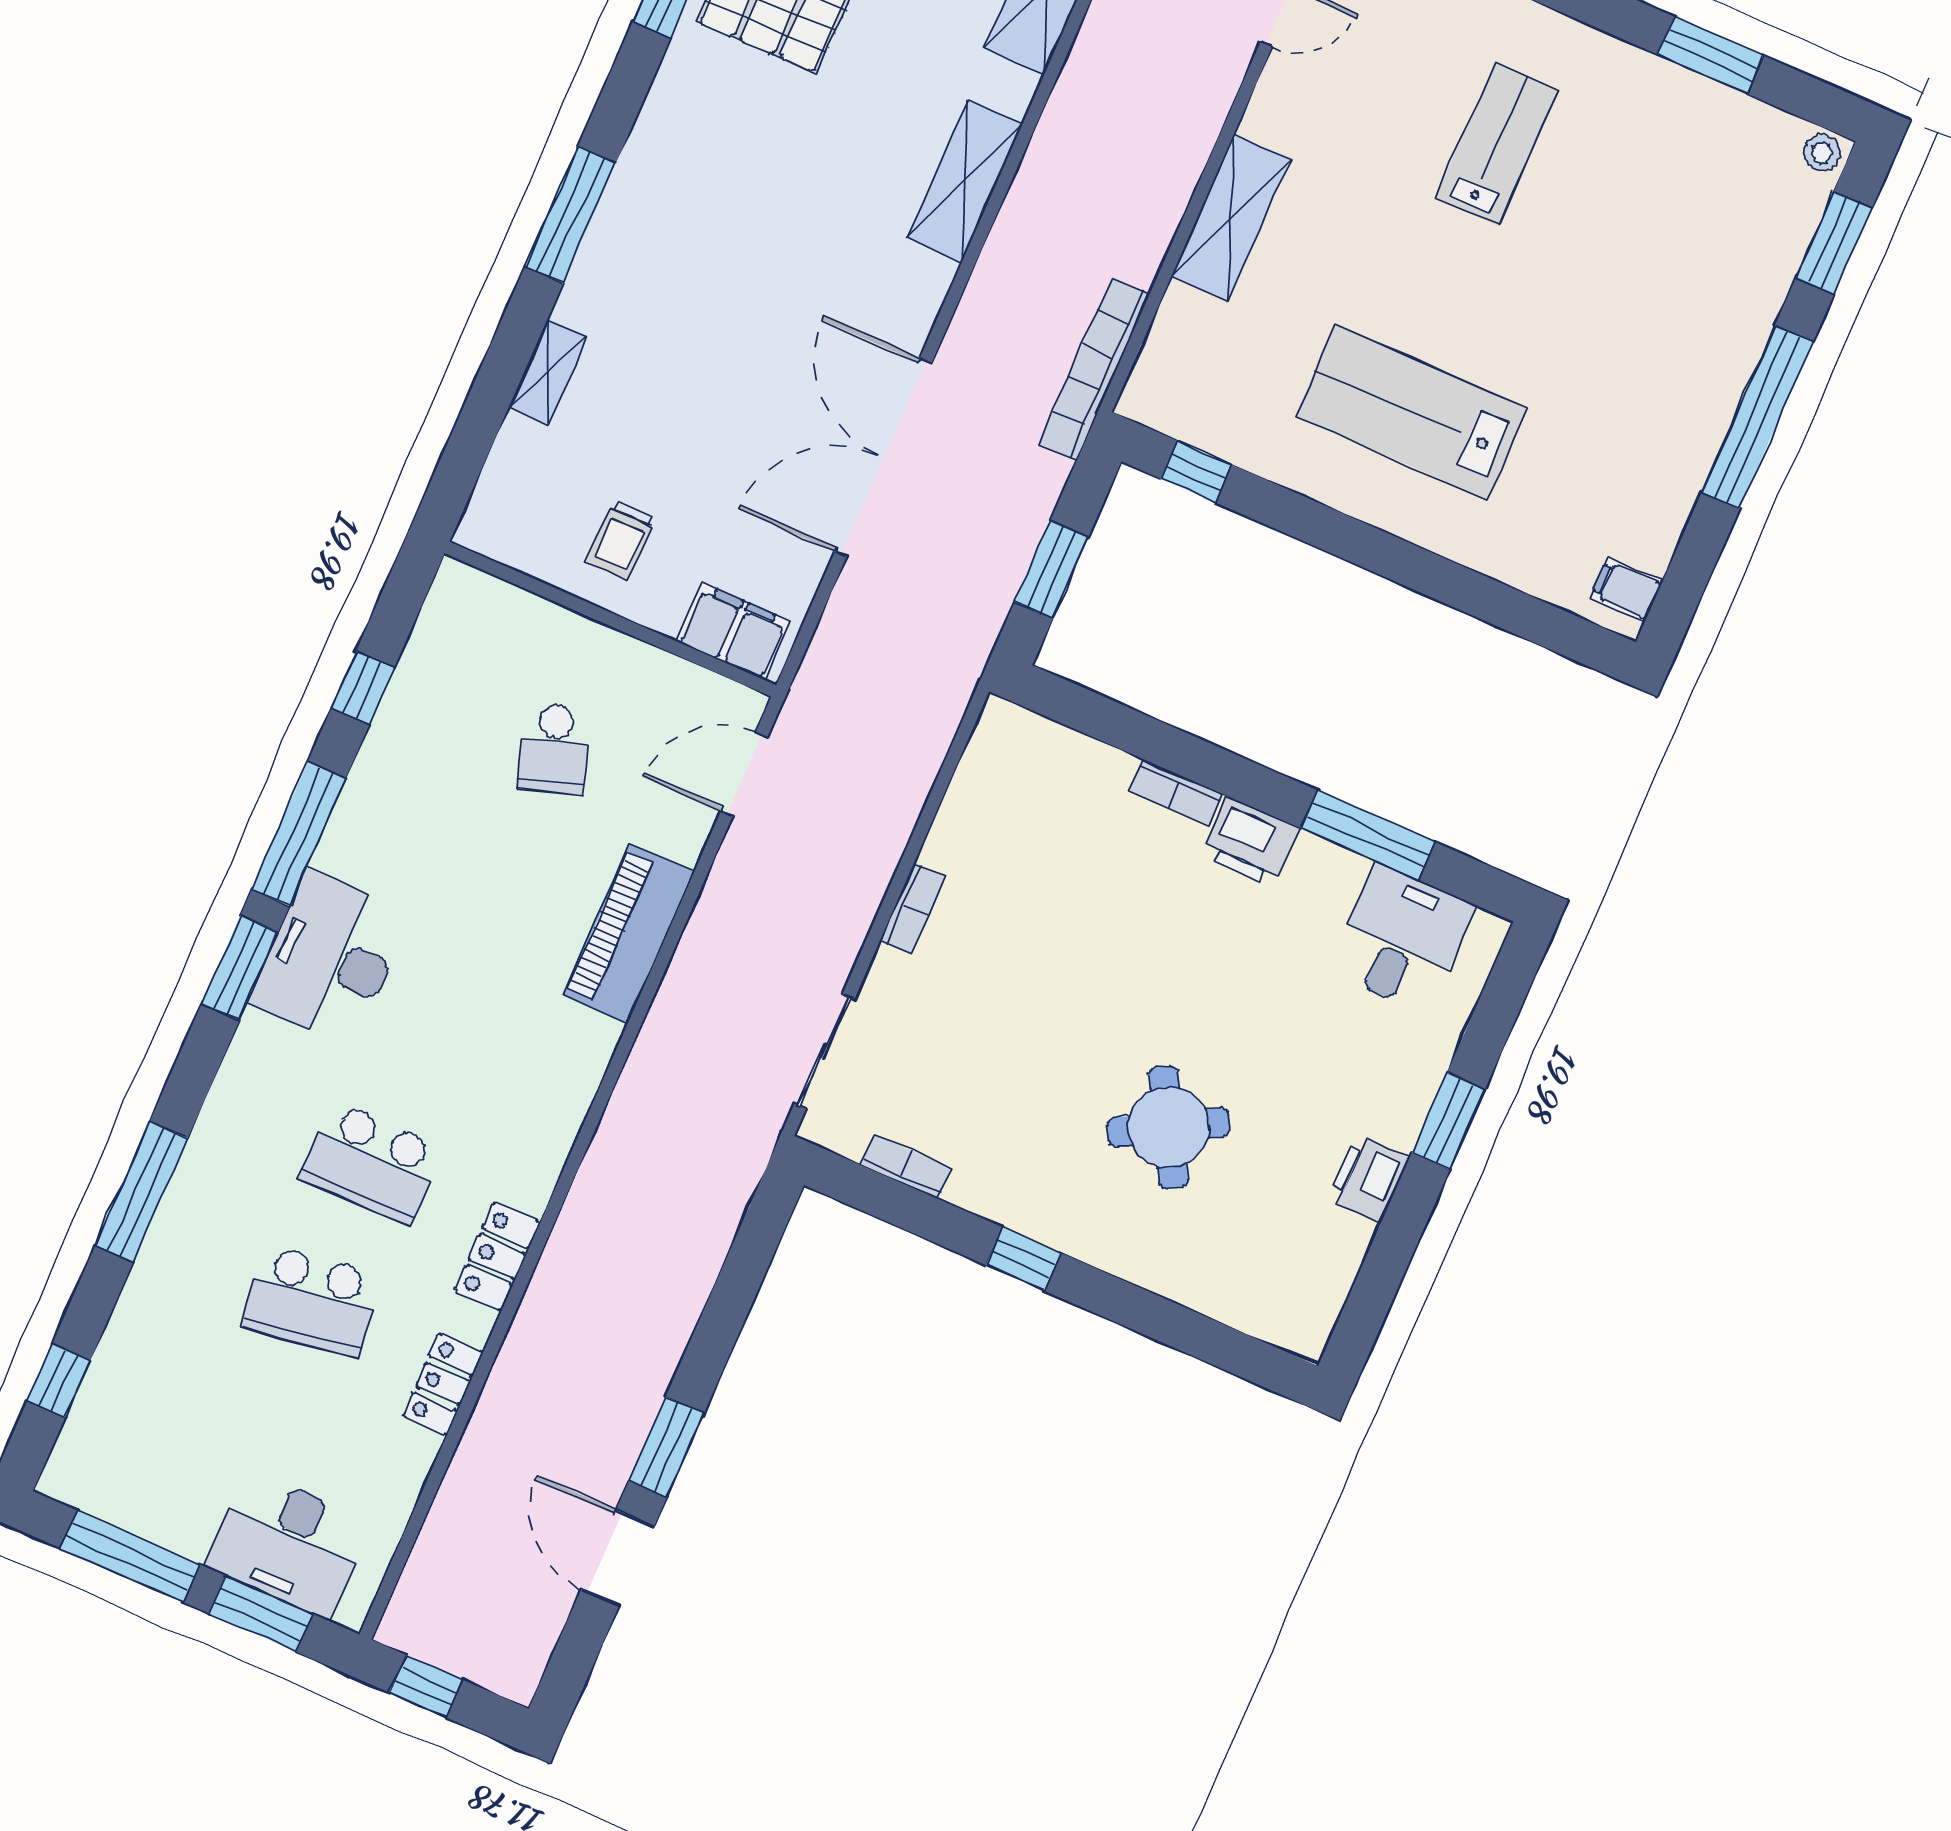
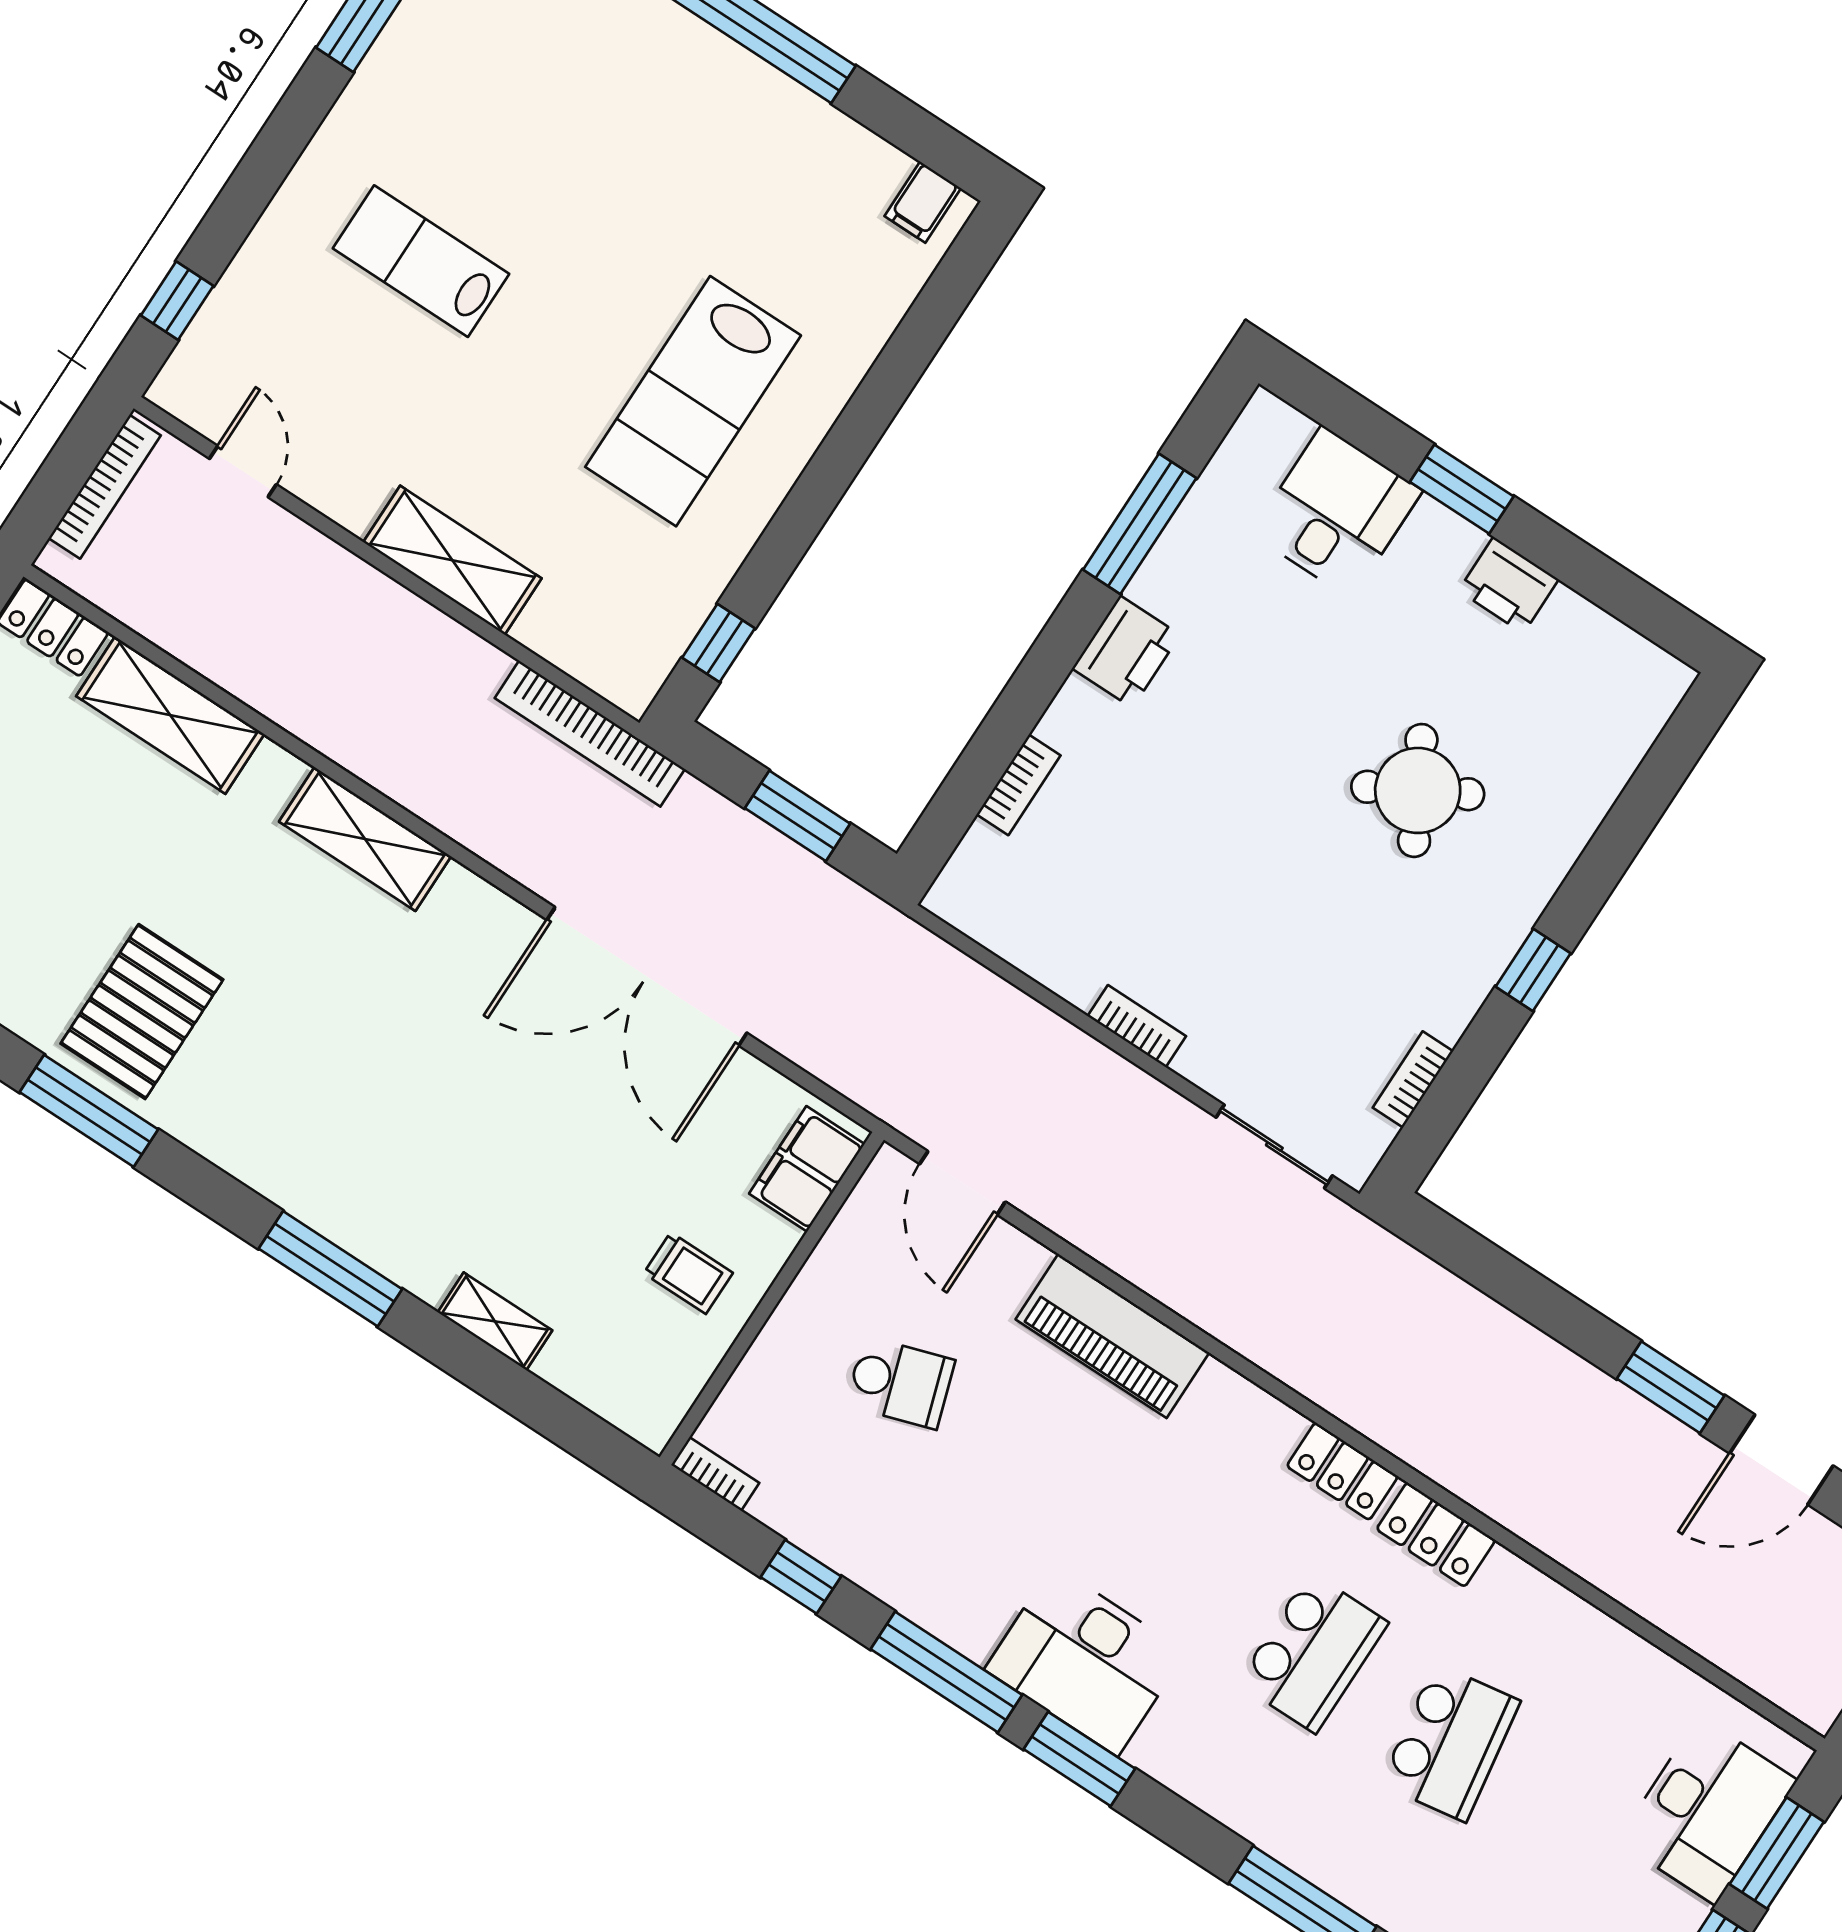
bookcase: (443, 594) -> (715, 1474), added
bookcase: (1176, 792) -> (1019, 785), moved
desk: (1402, 938) -> (1337, 512), moved, turned 90
locker: (443, 1384) -> (1342, 1471), moved

